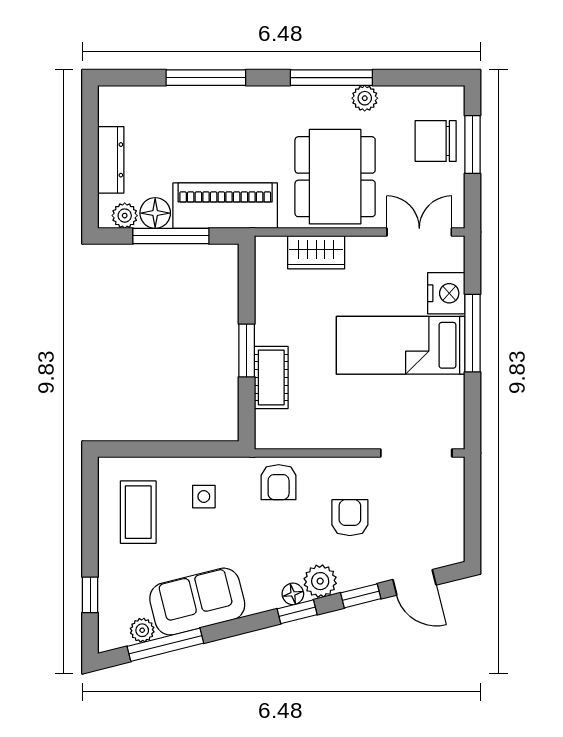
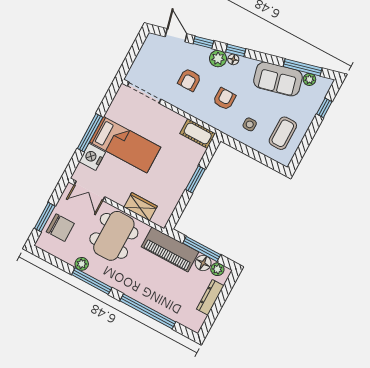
window: (206, 78) -> (148, 311), width x1.46
cot: (271, 377) -> (198, 133), moved, turned 90
armchair: (279, 482) -> (224, 99), moved

